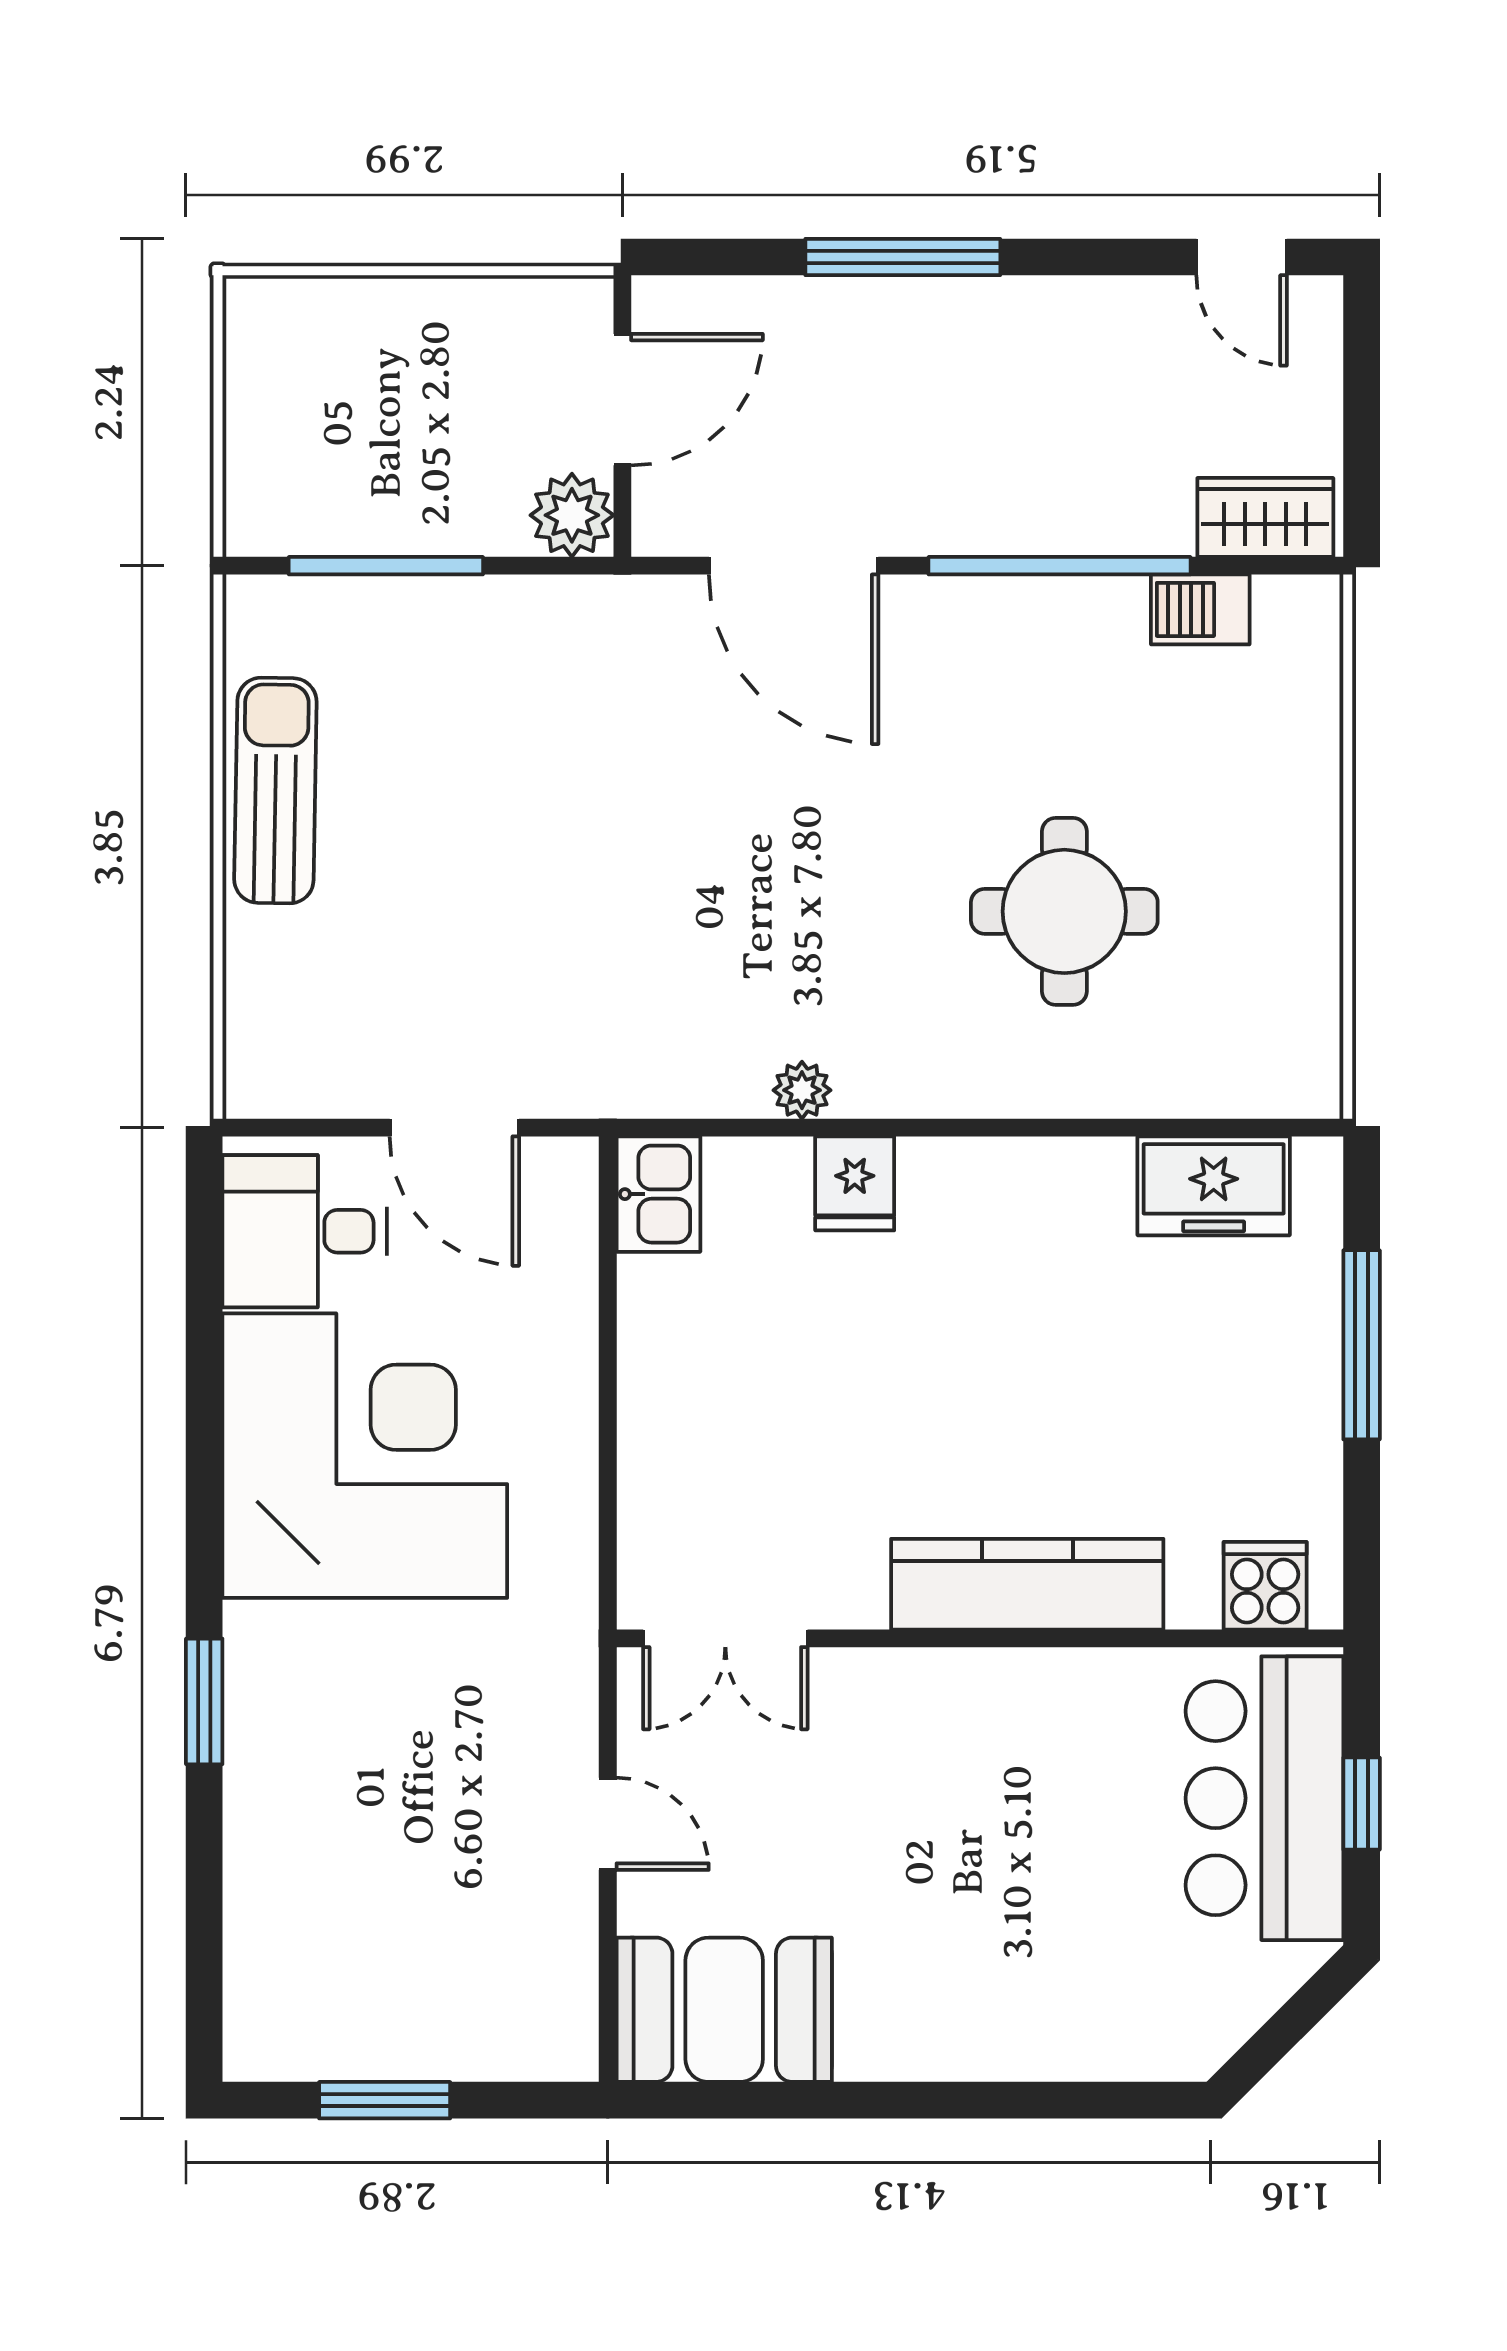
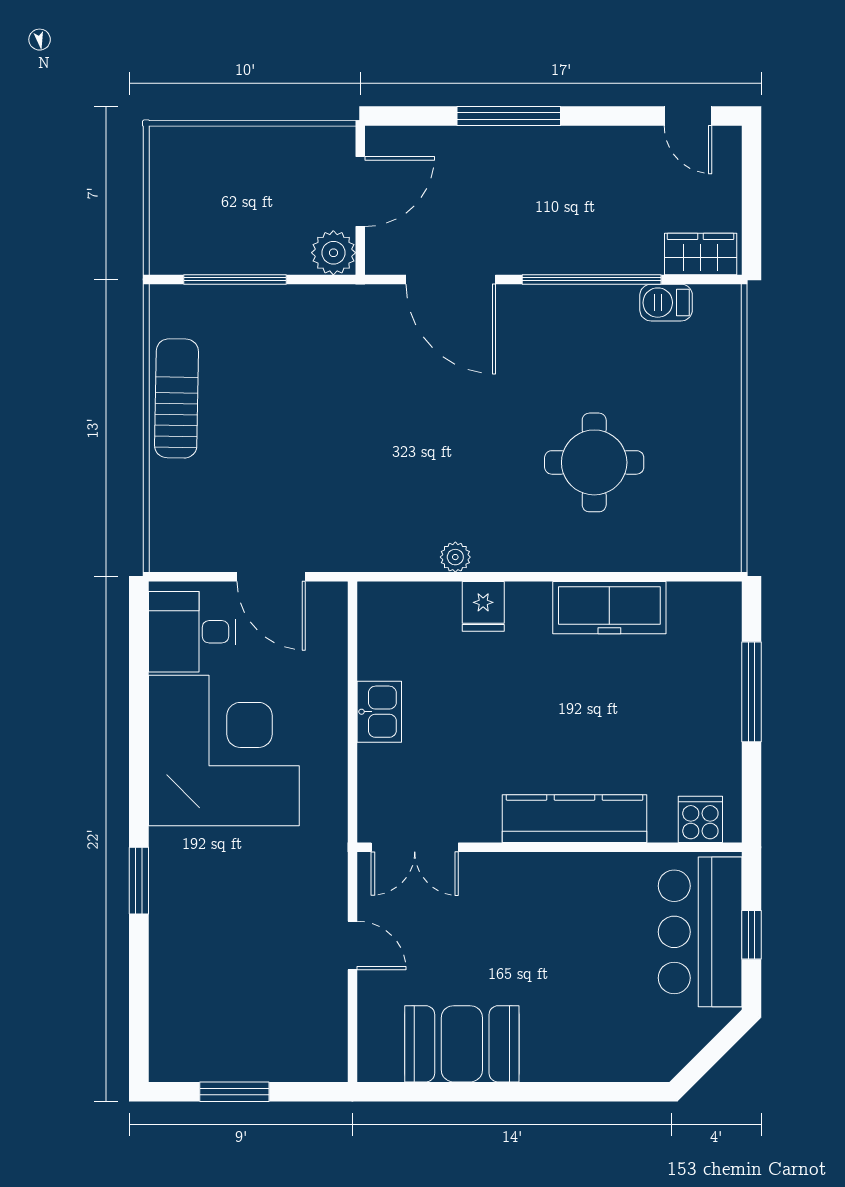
freezer: (1214, 1186) -> (609, 608), moved, width x1.40
kitchen sink: (658, 1194) -> (379, 712), moved
booth: (724, 2010) -> (462, 1044), moved

